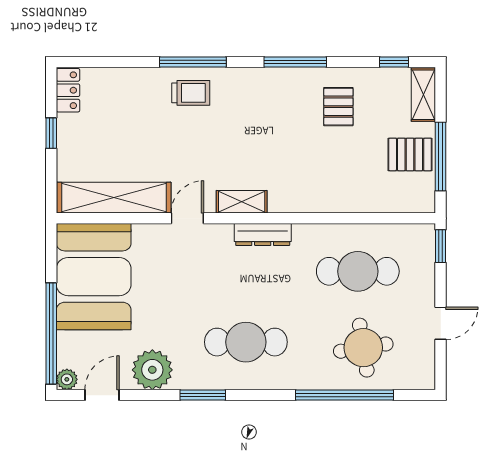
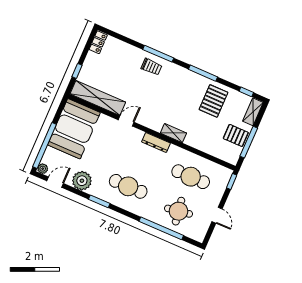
pallet: (338, 107) -> (214, 101), width x1.50, depth x1.42
window: (51, 133) -> (77, 71), moved
shelving: (242, 202) -> (173, 133), moved
door: (441, 323) -> (217, 215), hinge flipped

